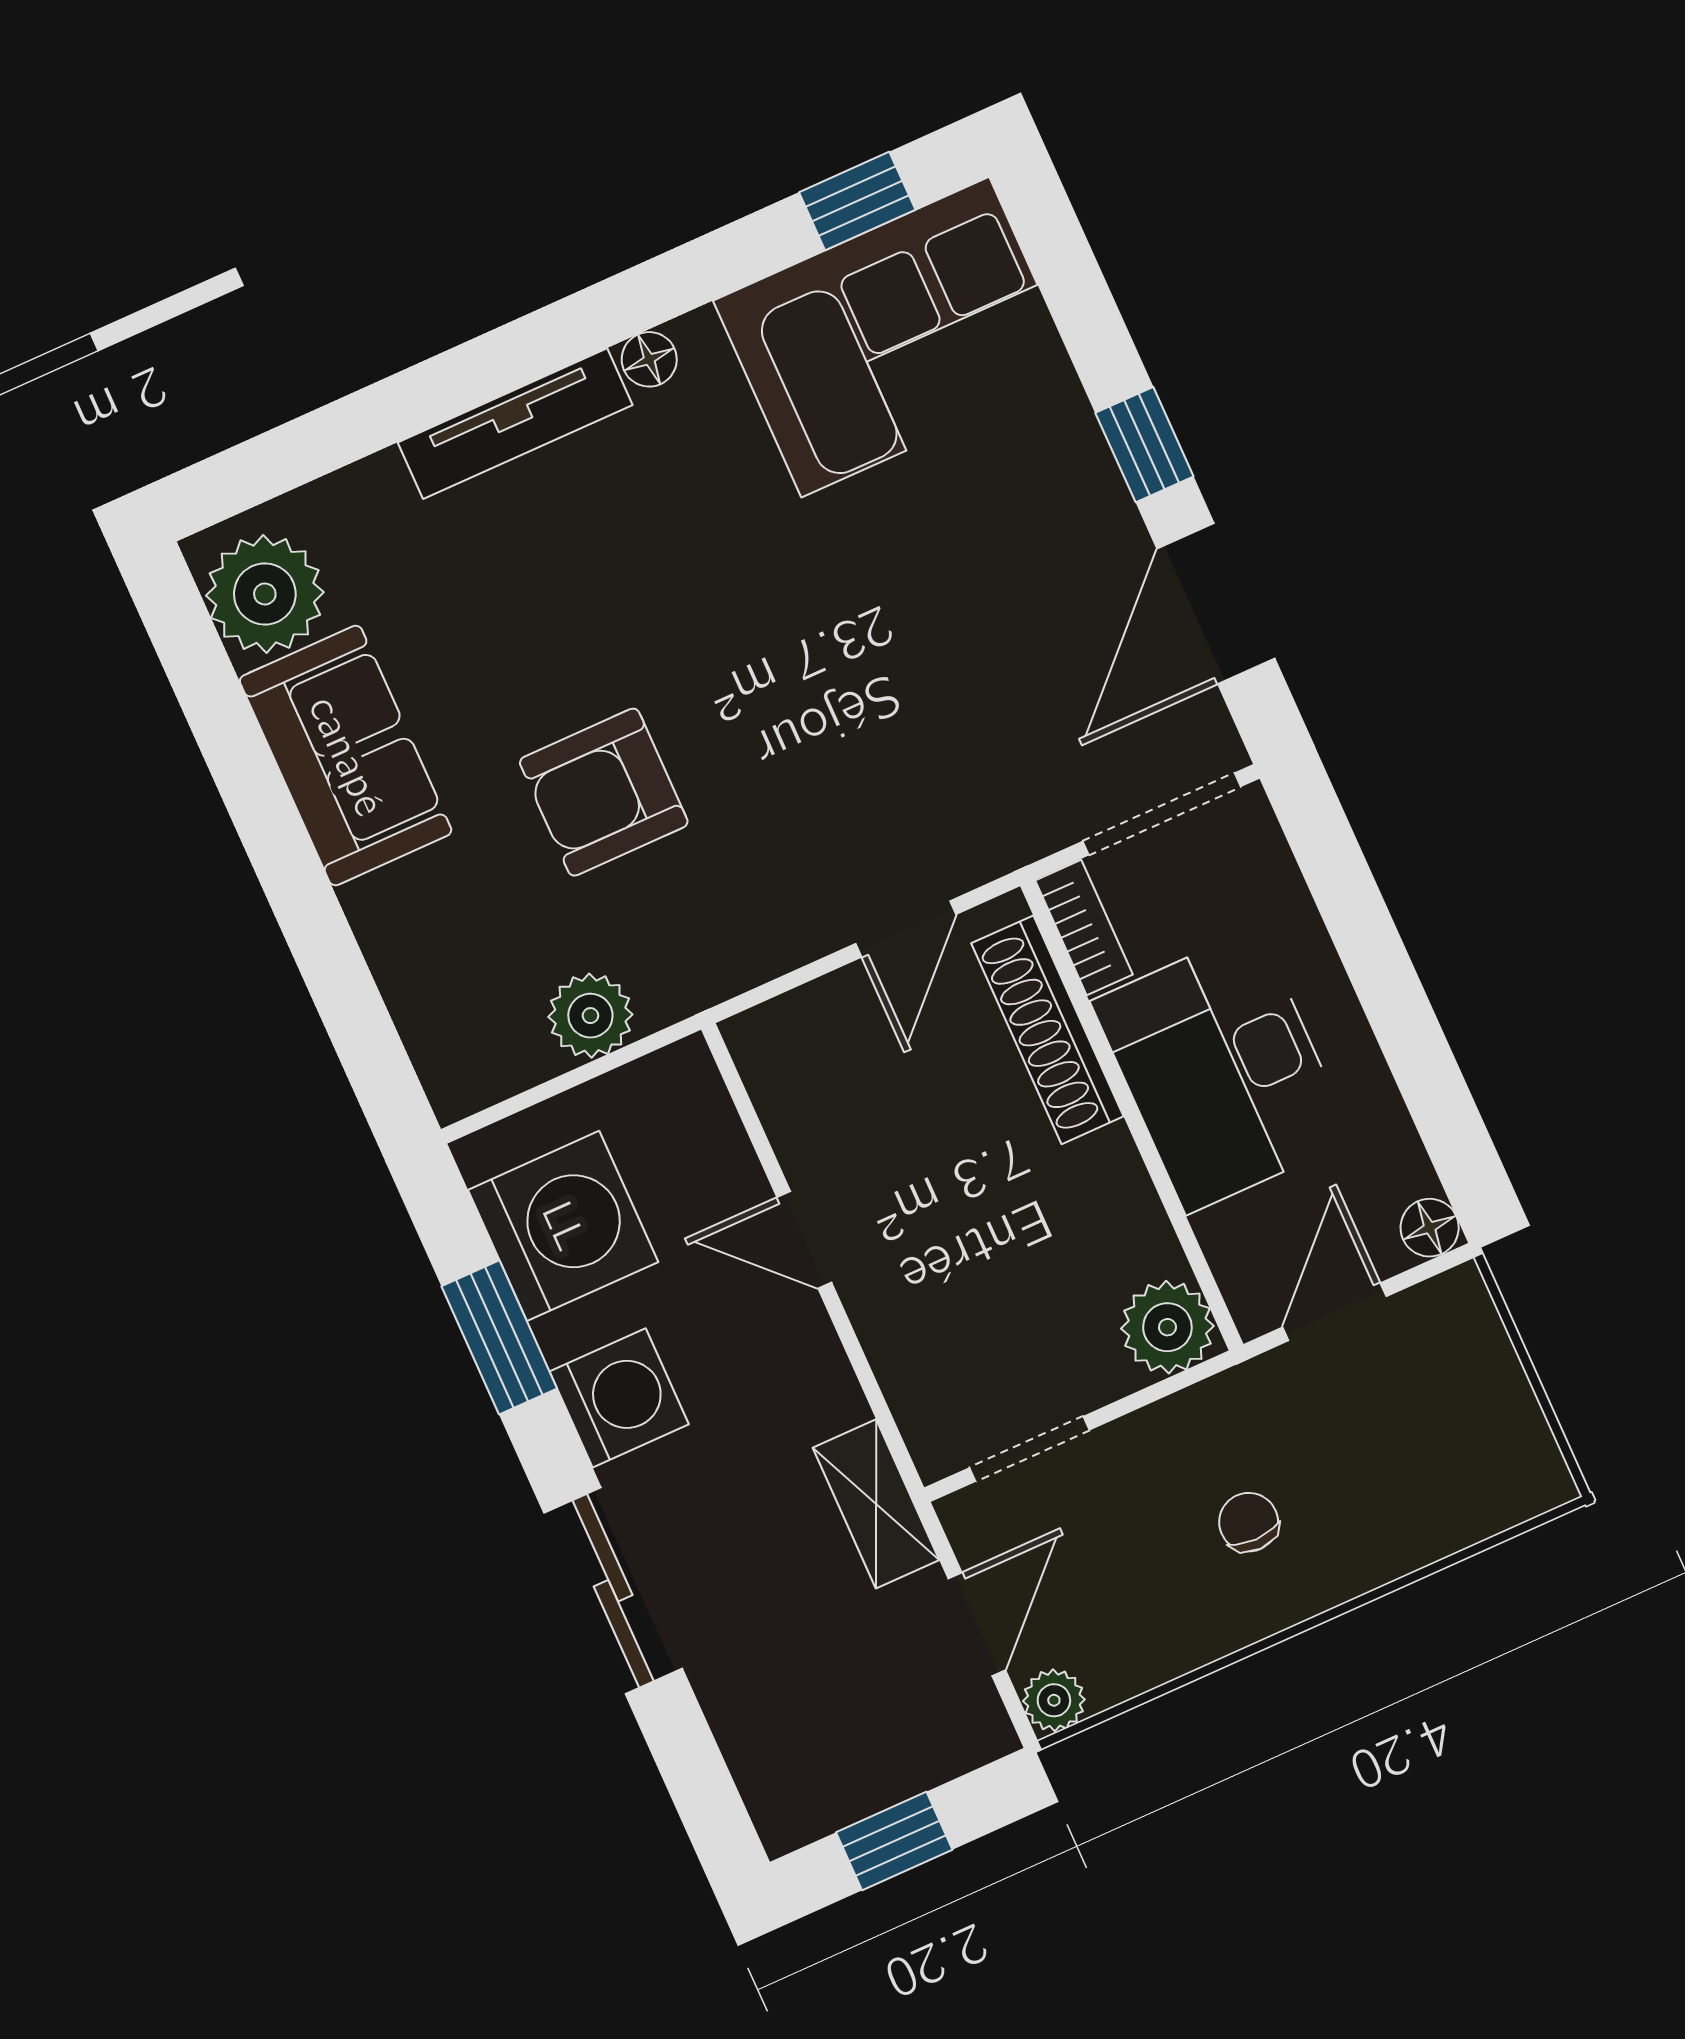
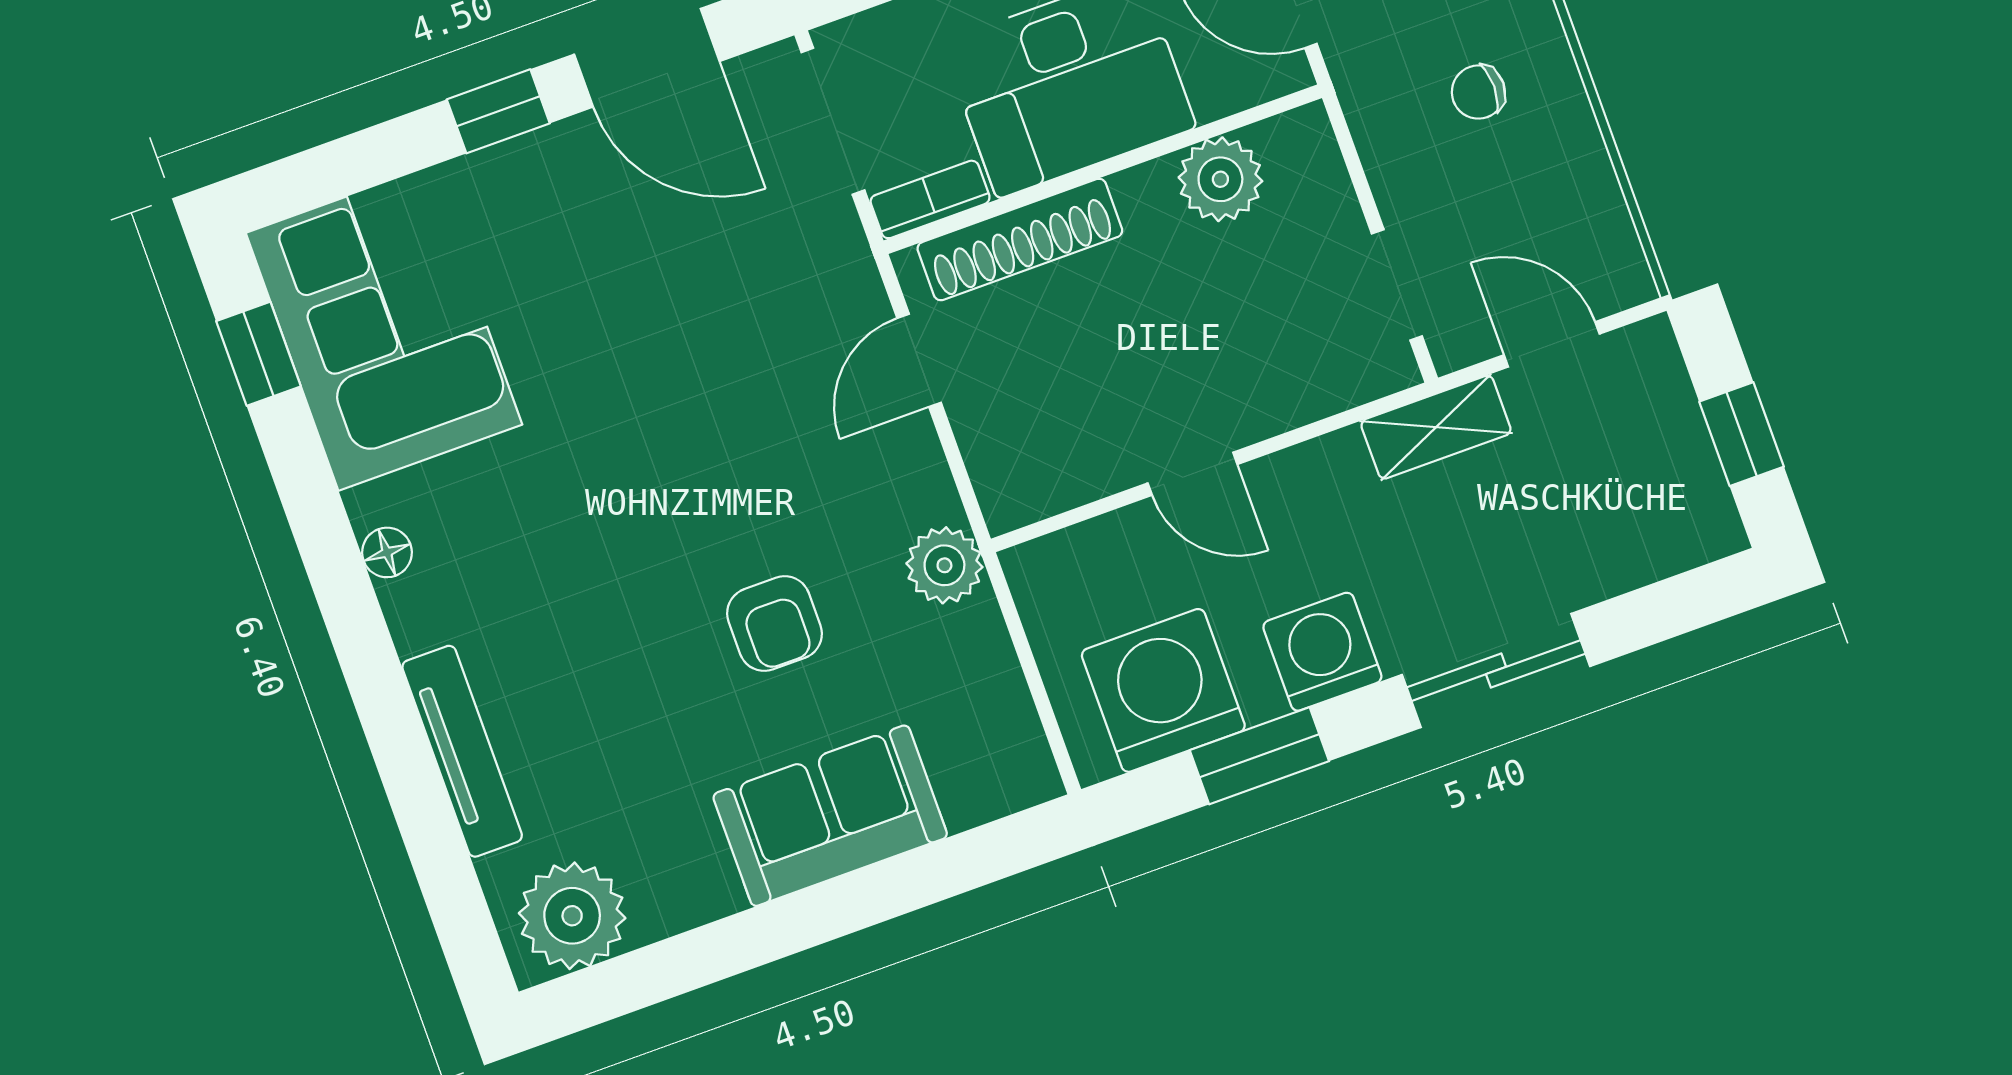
tv unit: (515, 424) -> (462, 751), moved
sofa: (346, 756) -> (830, 816), moved
armchair: (604, 792) -> (774, 624), width x0.72, depth x0.72
door: (906, 929) -> (919, 360), swing flipped
plant: (590, 1016) -> (944, 565), moved
door: (804, 1240) -> (1193, 474), hinge flipped
plant: (1167, 1327) -> (1220, 179), moved
plant: (1054, 1700) -> (1626, 280), removed

